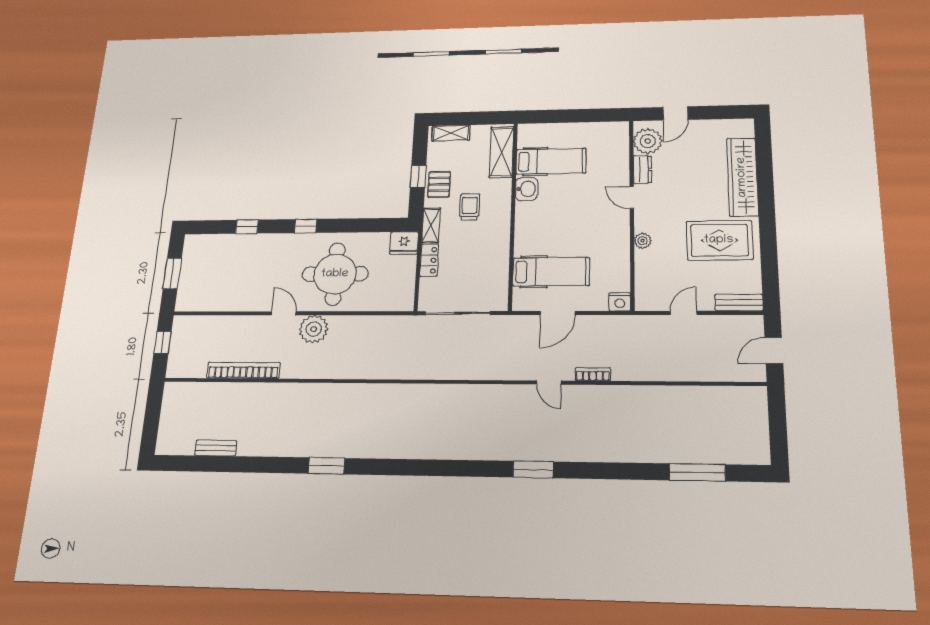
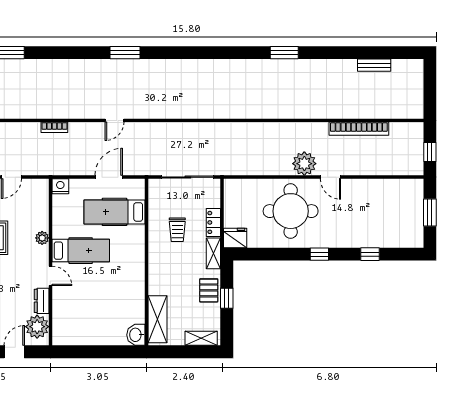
hospital bed: (551, 161) -> (81, 251), moved, turned 180
washbasin: (526, 189) -> (136, 335), moved
trolley: (470, 207) -> (177, 230), moved
bookcase: (593, 374) -> (54, 127), moved
door: (549, 383) -> (114, 120), swing flipped

